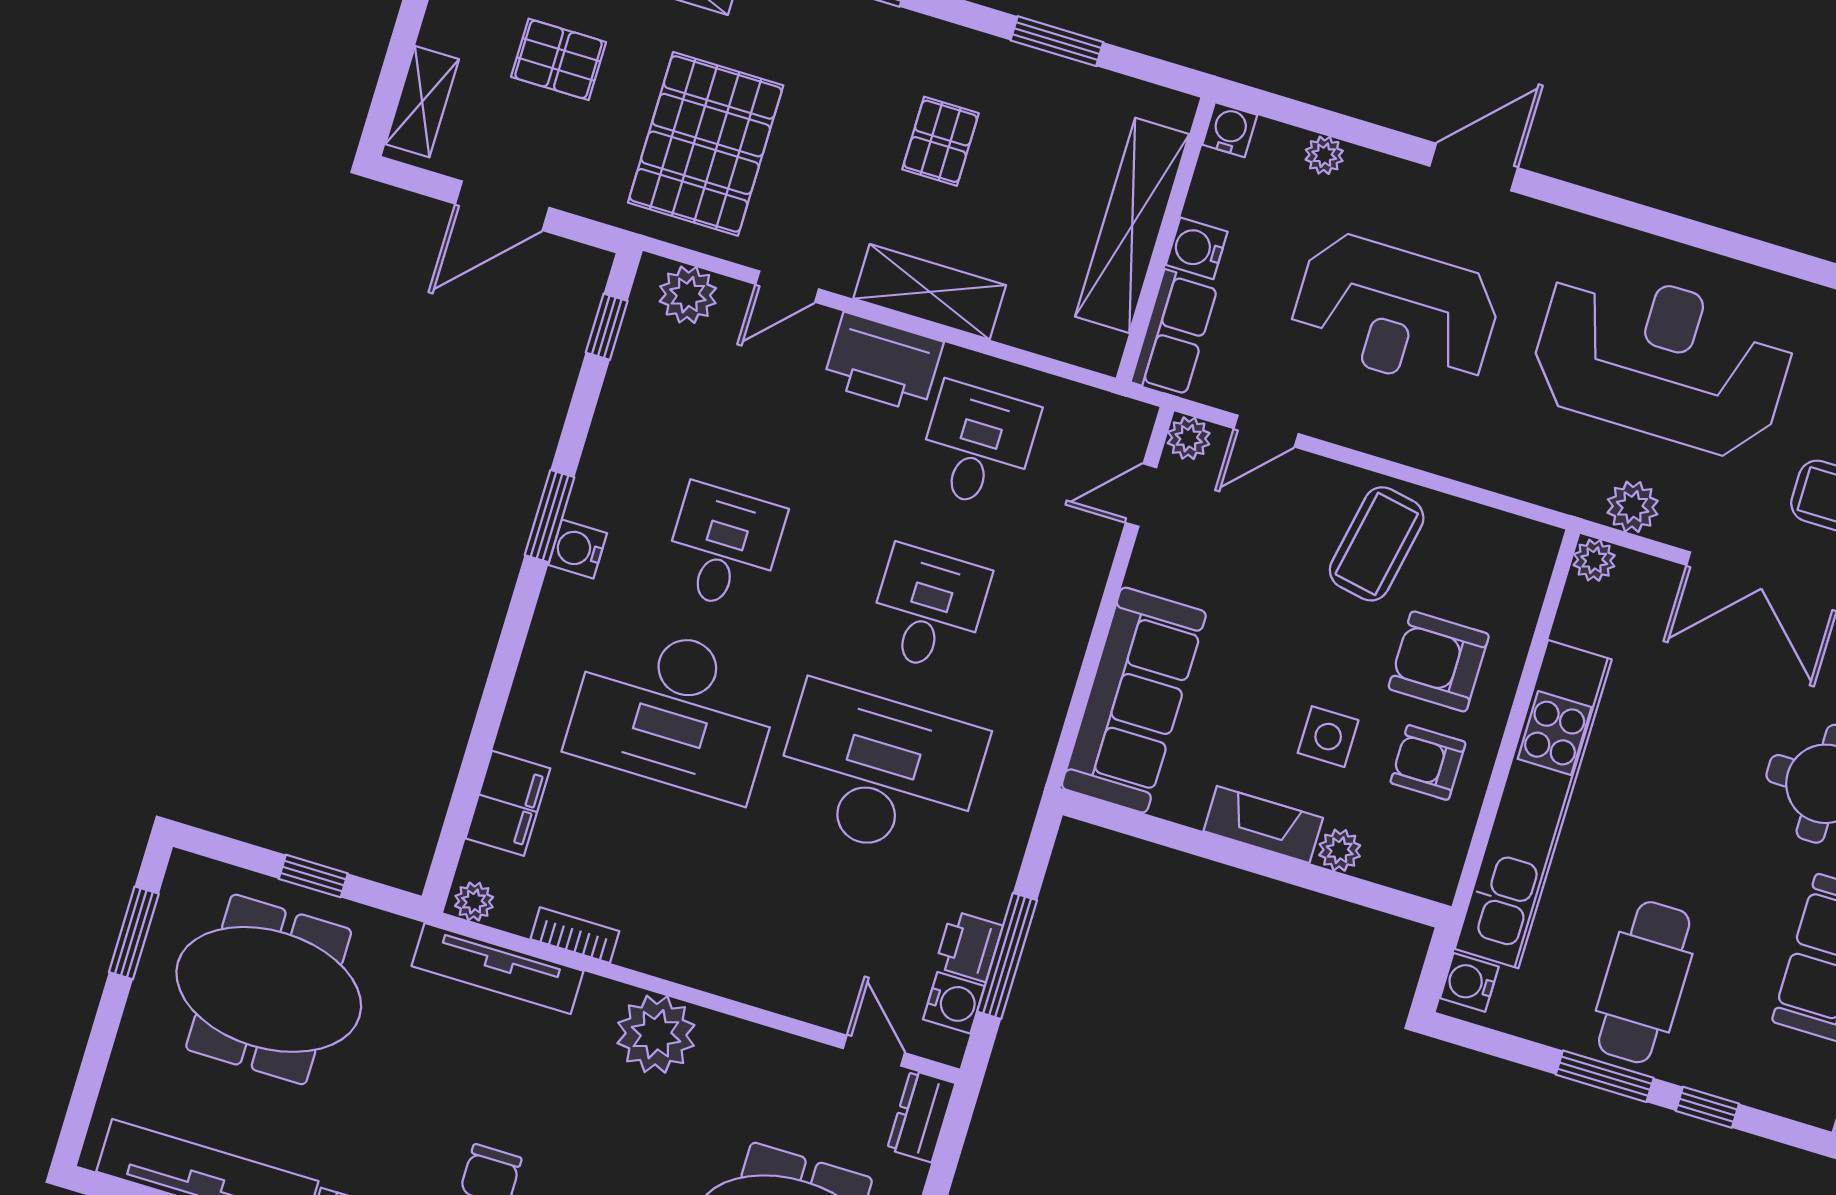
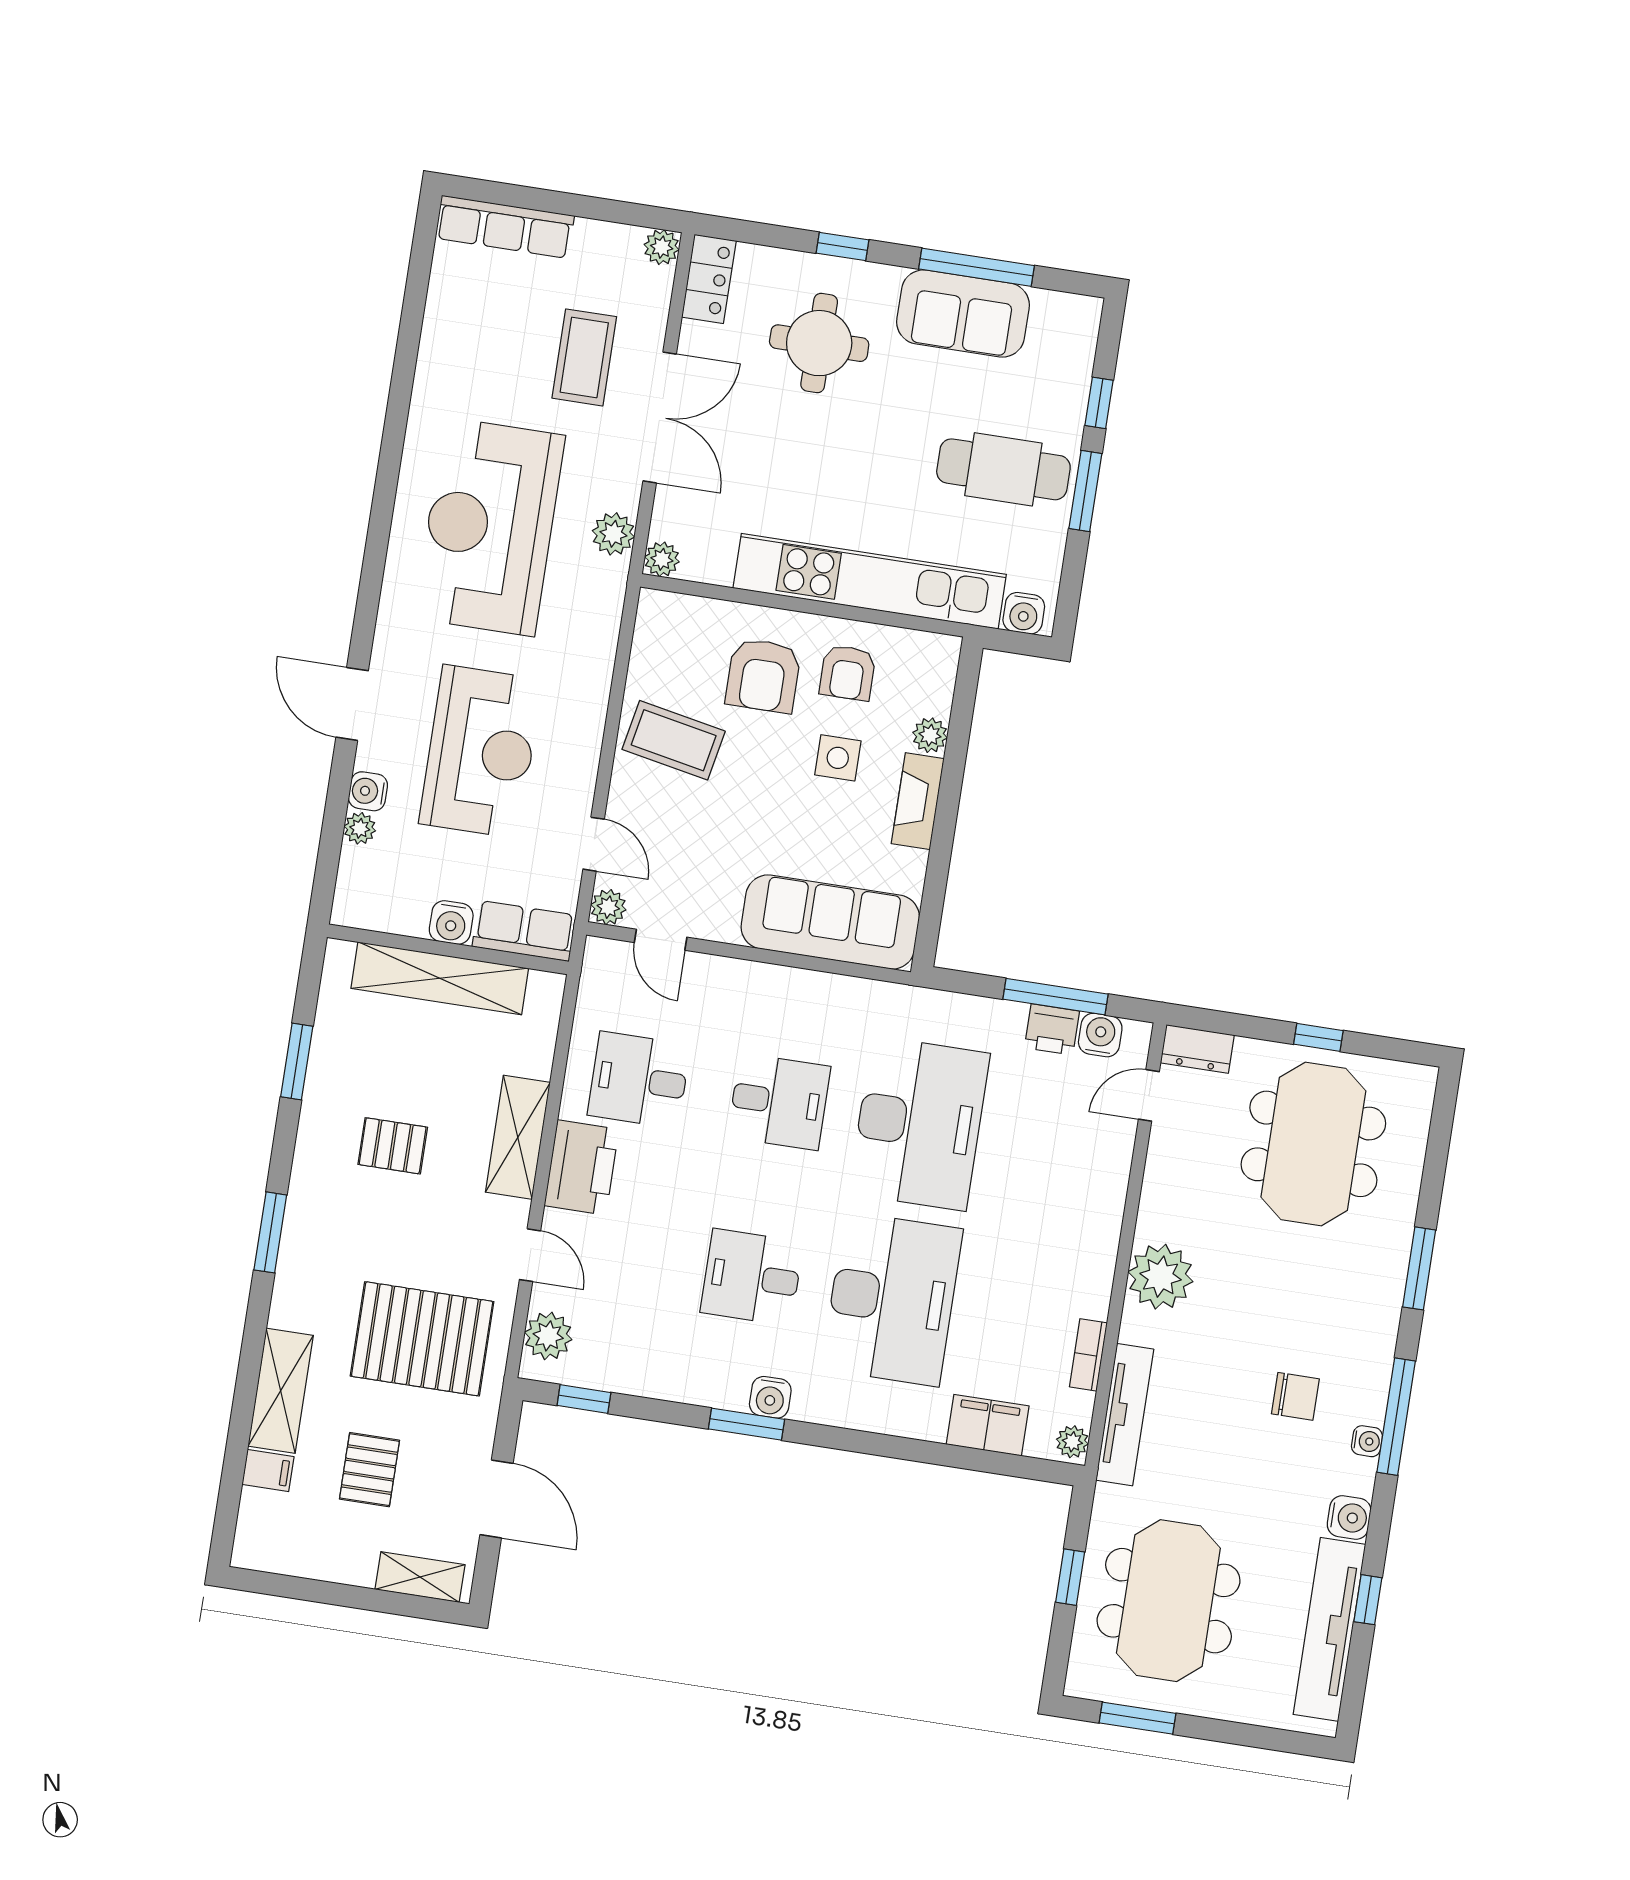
water cooler: (1230, 130) -> (368, 791), moved
desk: (928, 609) -> (779, 1102), turned 180
desk: (879, 772) -> (919, 1123), turned 180

